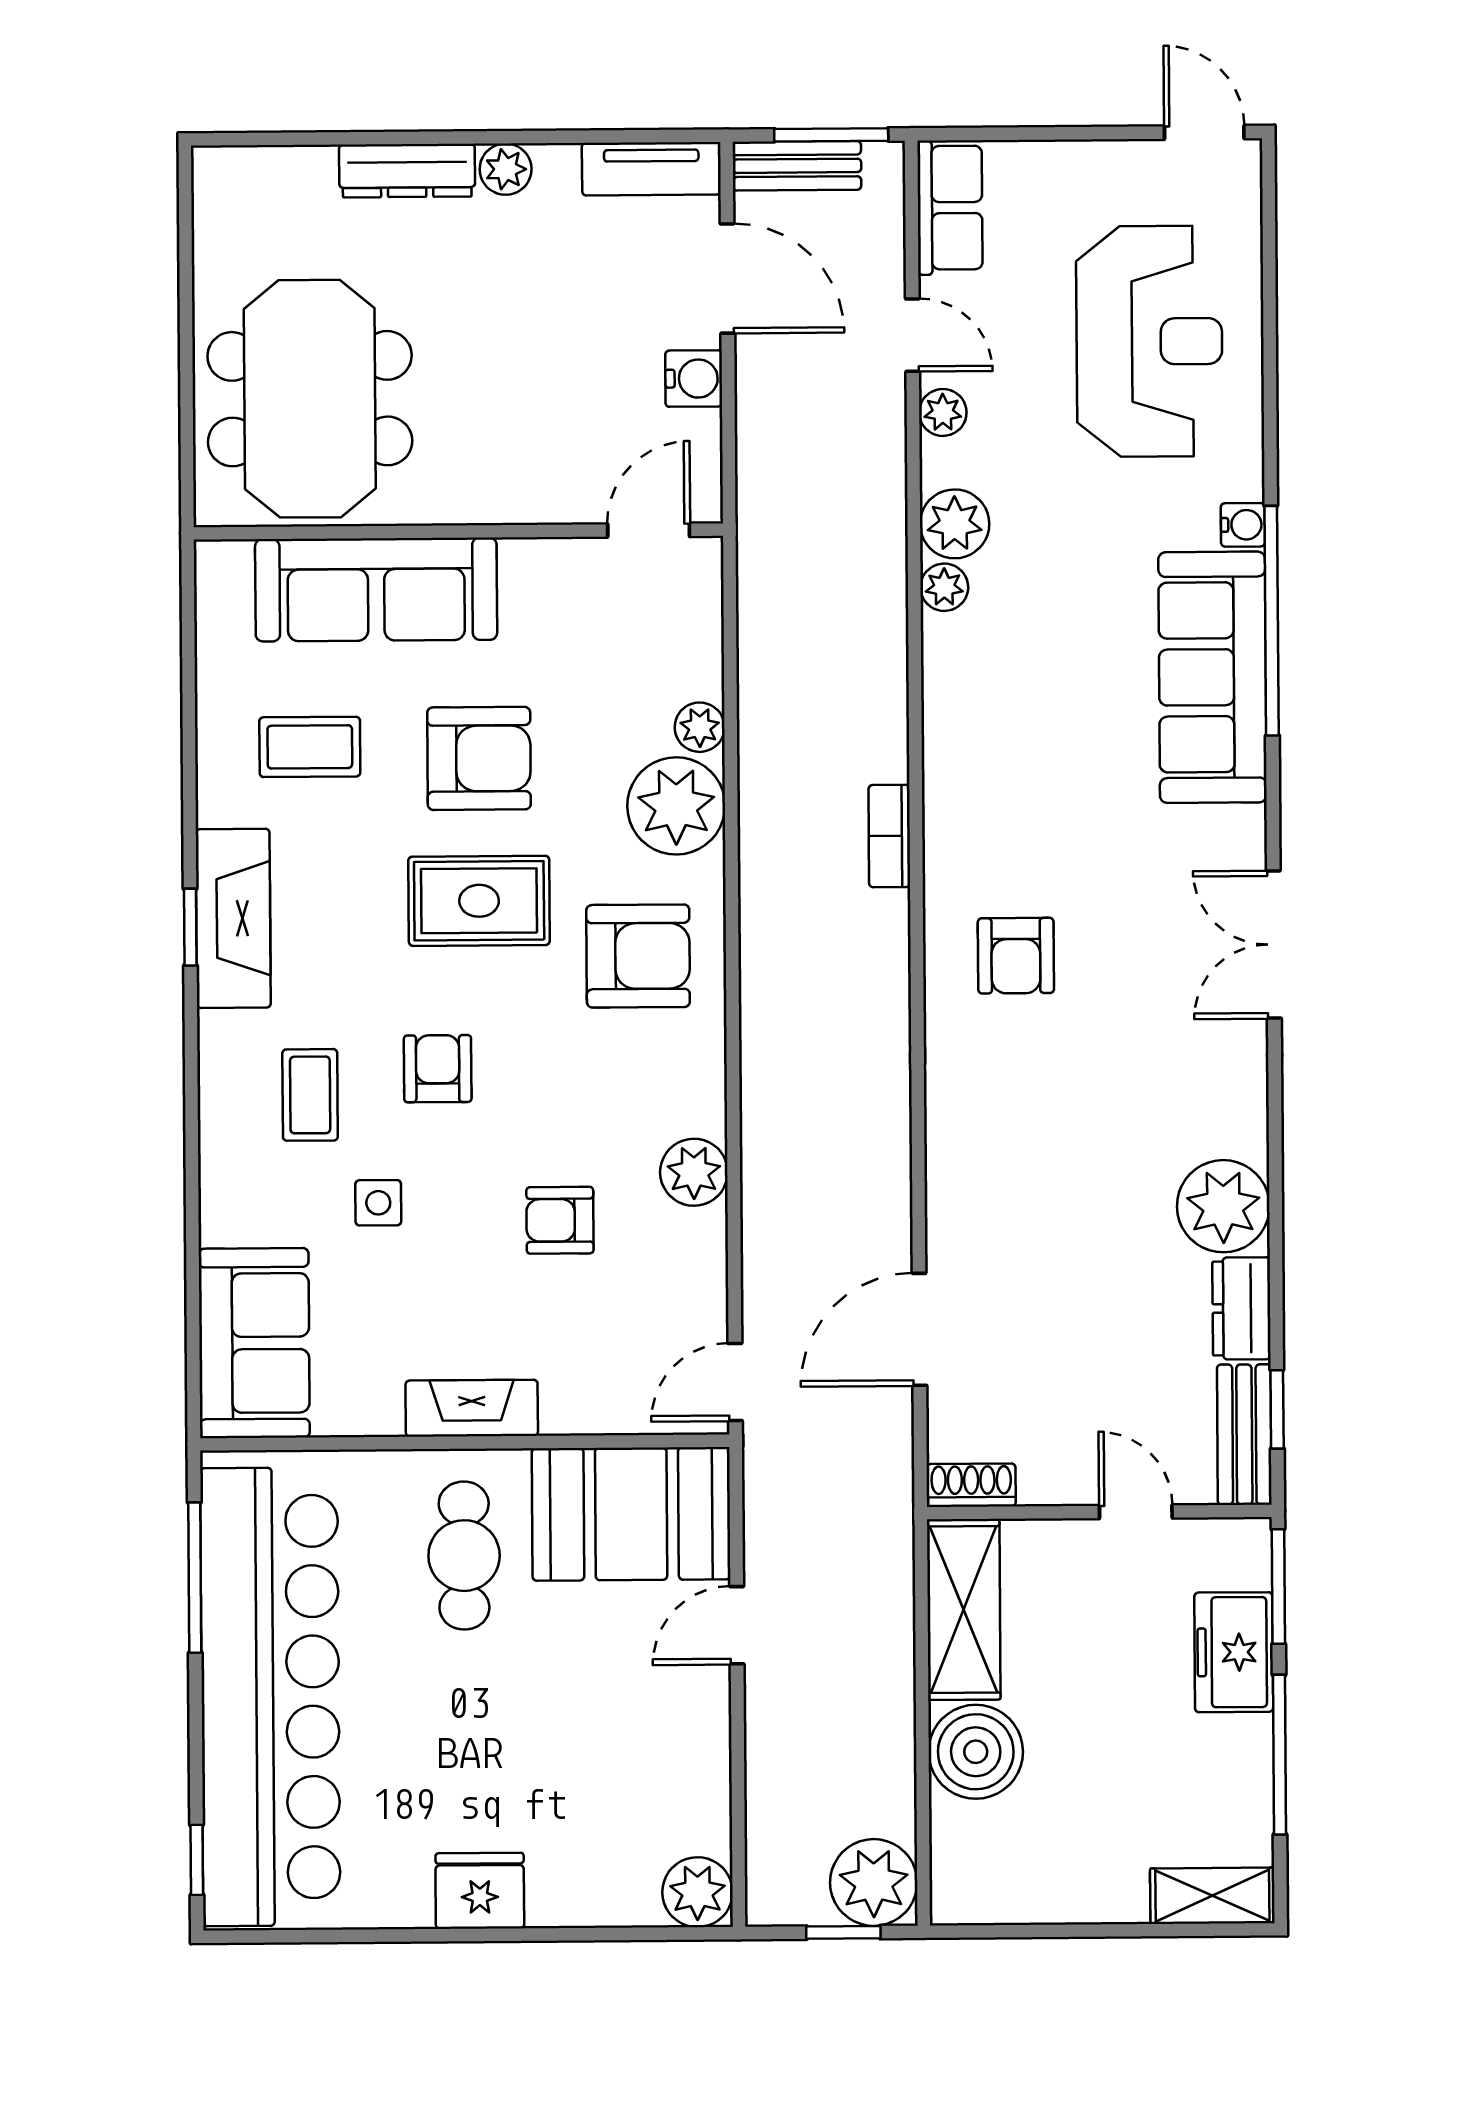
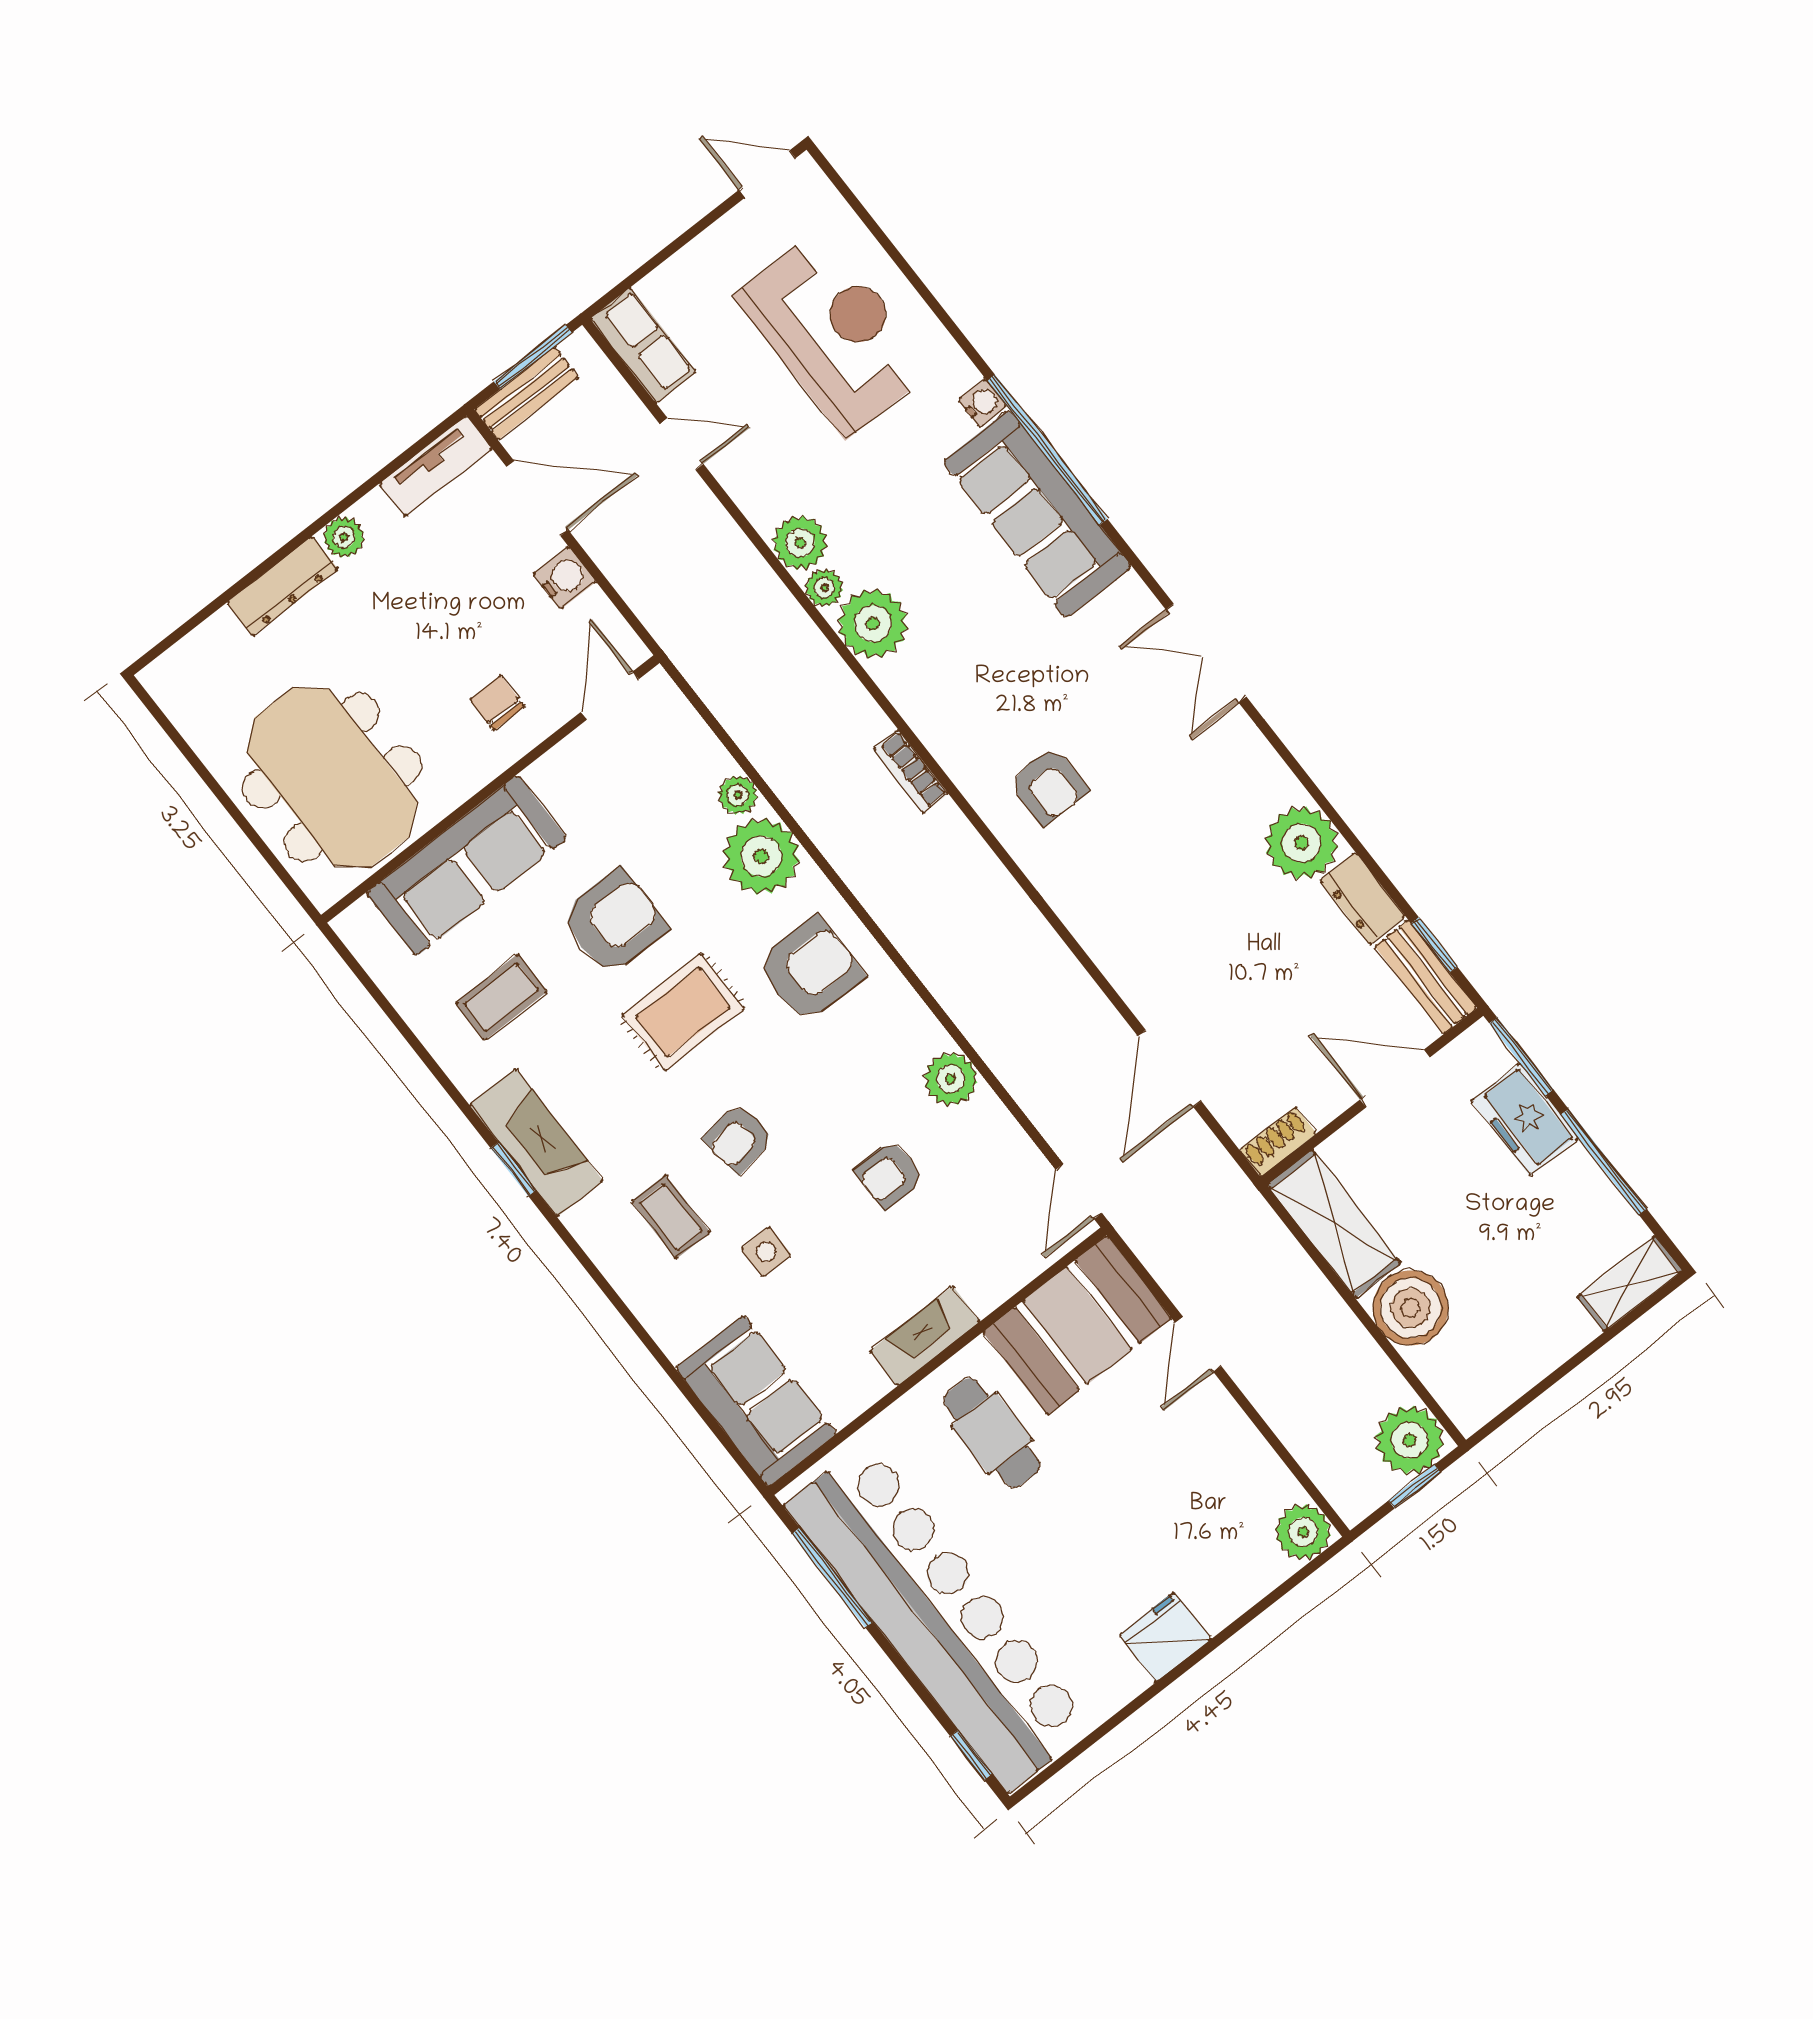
plant: (943, 412) -> (873, 624), moved, width x1.87, depth x1.87
chair: (531, 451) -> (497, 703), added
armchair: (438, 1069) -> (738, 1138), turned -98
door: (1136, 1512) -> (1395, 1078), width x1.38

